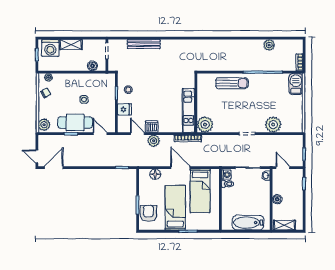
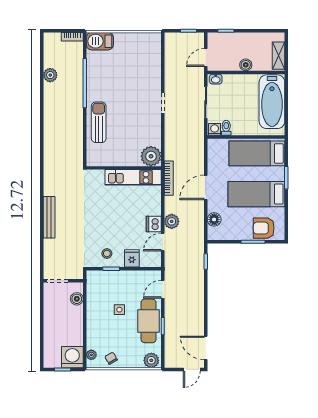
bench: (144, 44) -> (49, 217), moved
shelving: (71, 45) -> (50, 326), removed
washing machine: (50, 48) -> (72, 357), moved, turned -90
plant: (273, 125) -> (151, 70), removed
bed: (200, 191) -> (257, 153), moved, turned 180
bathtub: (248, 223) -> (272, 102), width x1.36, depth x1.36

